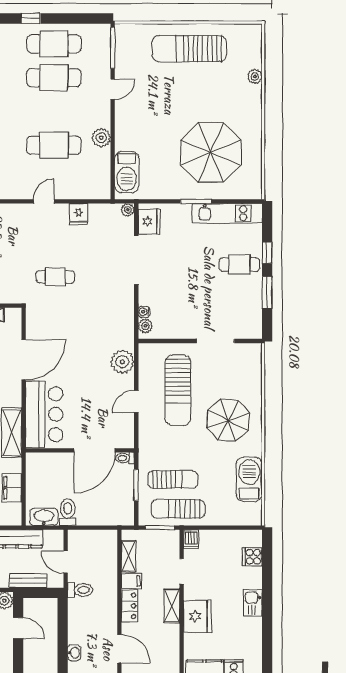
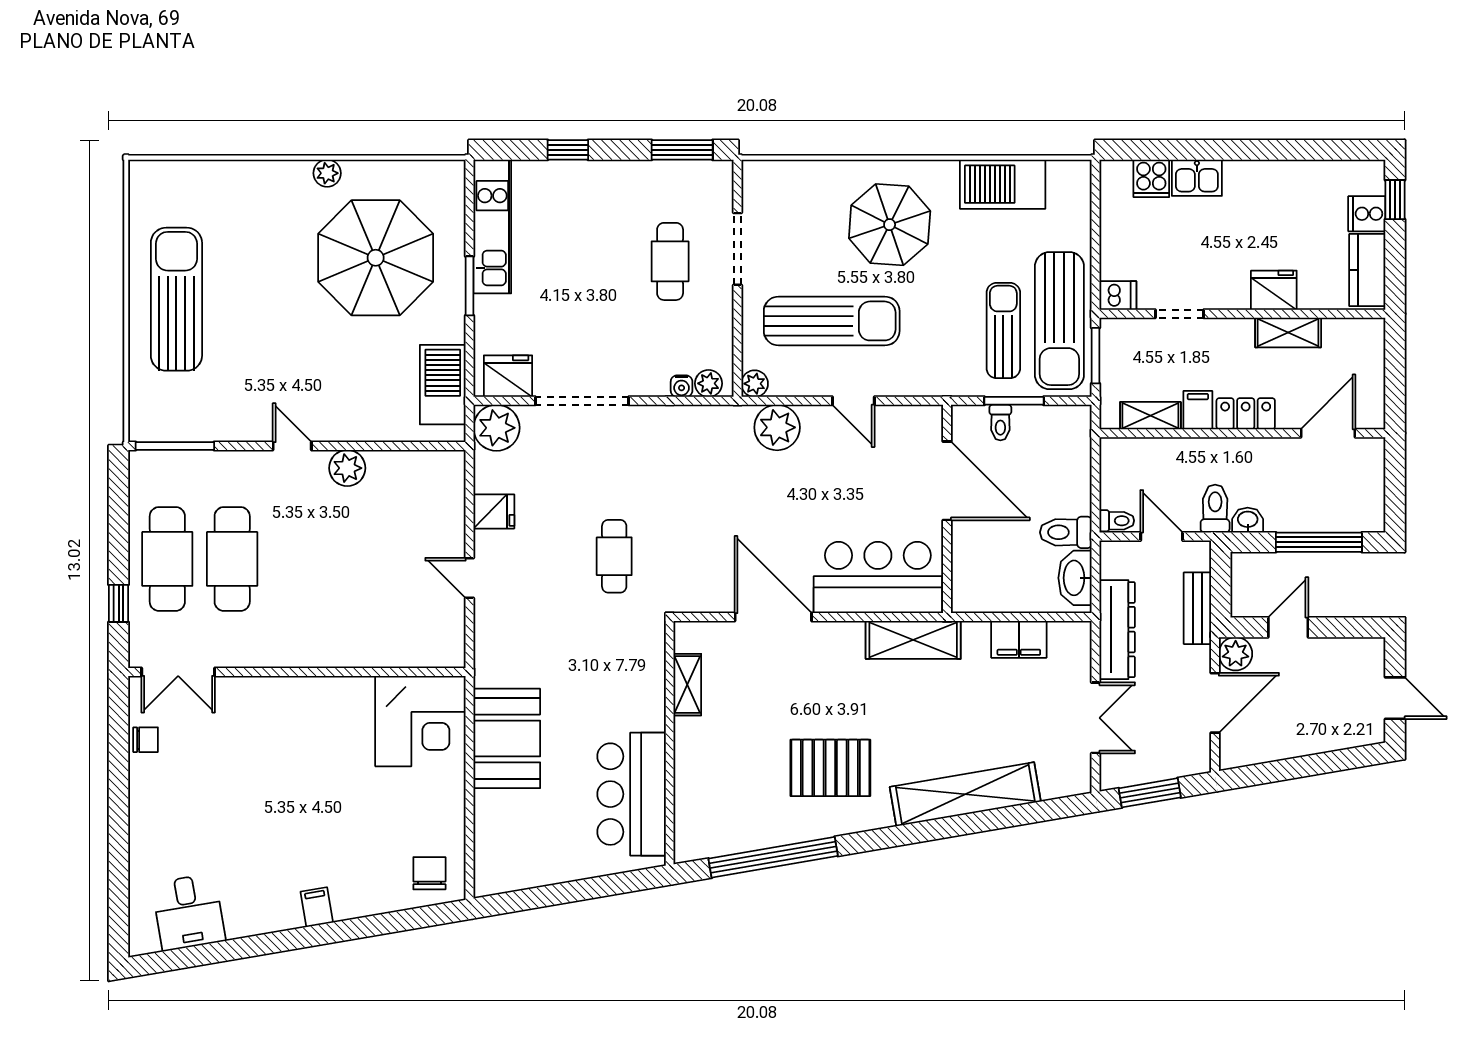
sun lounger: (189, 49) -> (176, 299), turned 180
plant: (255, 76) -> (327, 173), moved
door: (113, 89) -> (292, 446), moved
cafe table: (54, 145) -> (362, 559), removed
barbecue: (127, 172) -> (443, 385), moved, turned -90
plant: (128, 210) -> (497, 428), width x1.88, depth x1.88
cafe table: (239, 265) -> (670, 261), moved
window: (267, 293) -> (682, 150), moved
plant: (145, 350) -> (755, 384), added
toilet: (125, 458) -> (1000, 423), moved
sun lounger: (178, 509) -> (1059, 321), width x1.36, depth x1.34
toilet: (74, 539) -> (1117, 521), added
door: (66, 562) -> (1162, 536), swing flipped
kitchen sink: (253, 603) -> (1197, 178), moved
shelving: (172, 606) -> (1288, 332), moved
fridge: (197, 616) -> (1274, 290), width x0.73, depth x0.75
window: (63, 644) -> (1319, 542), added
washbasin: (74, 653) -> (1248, 520), moved

